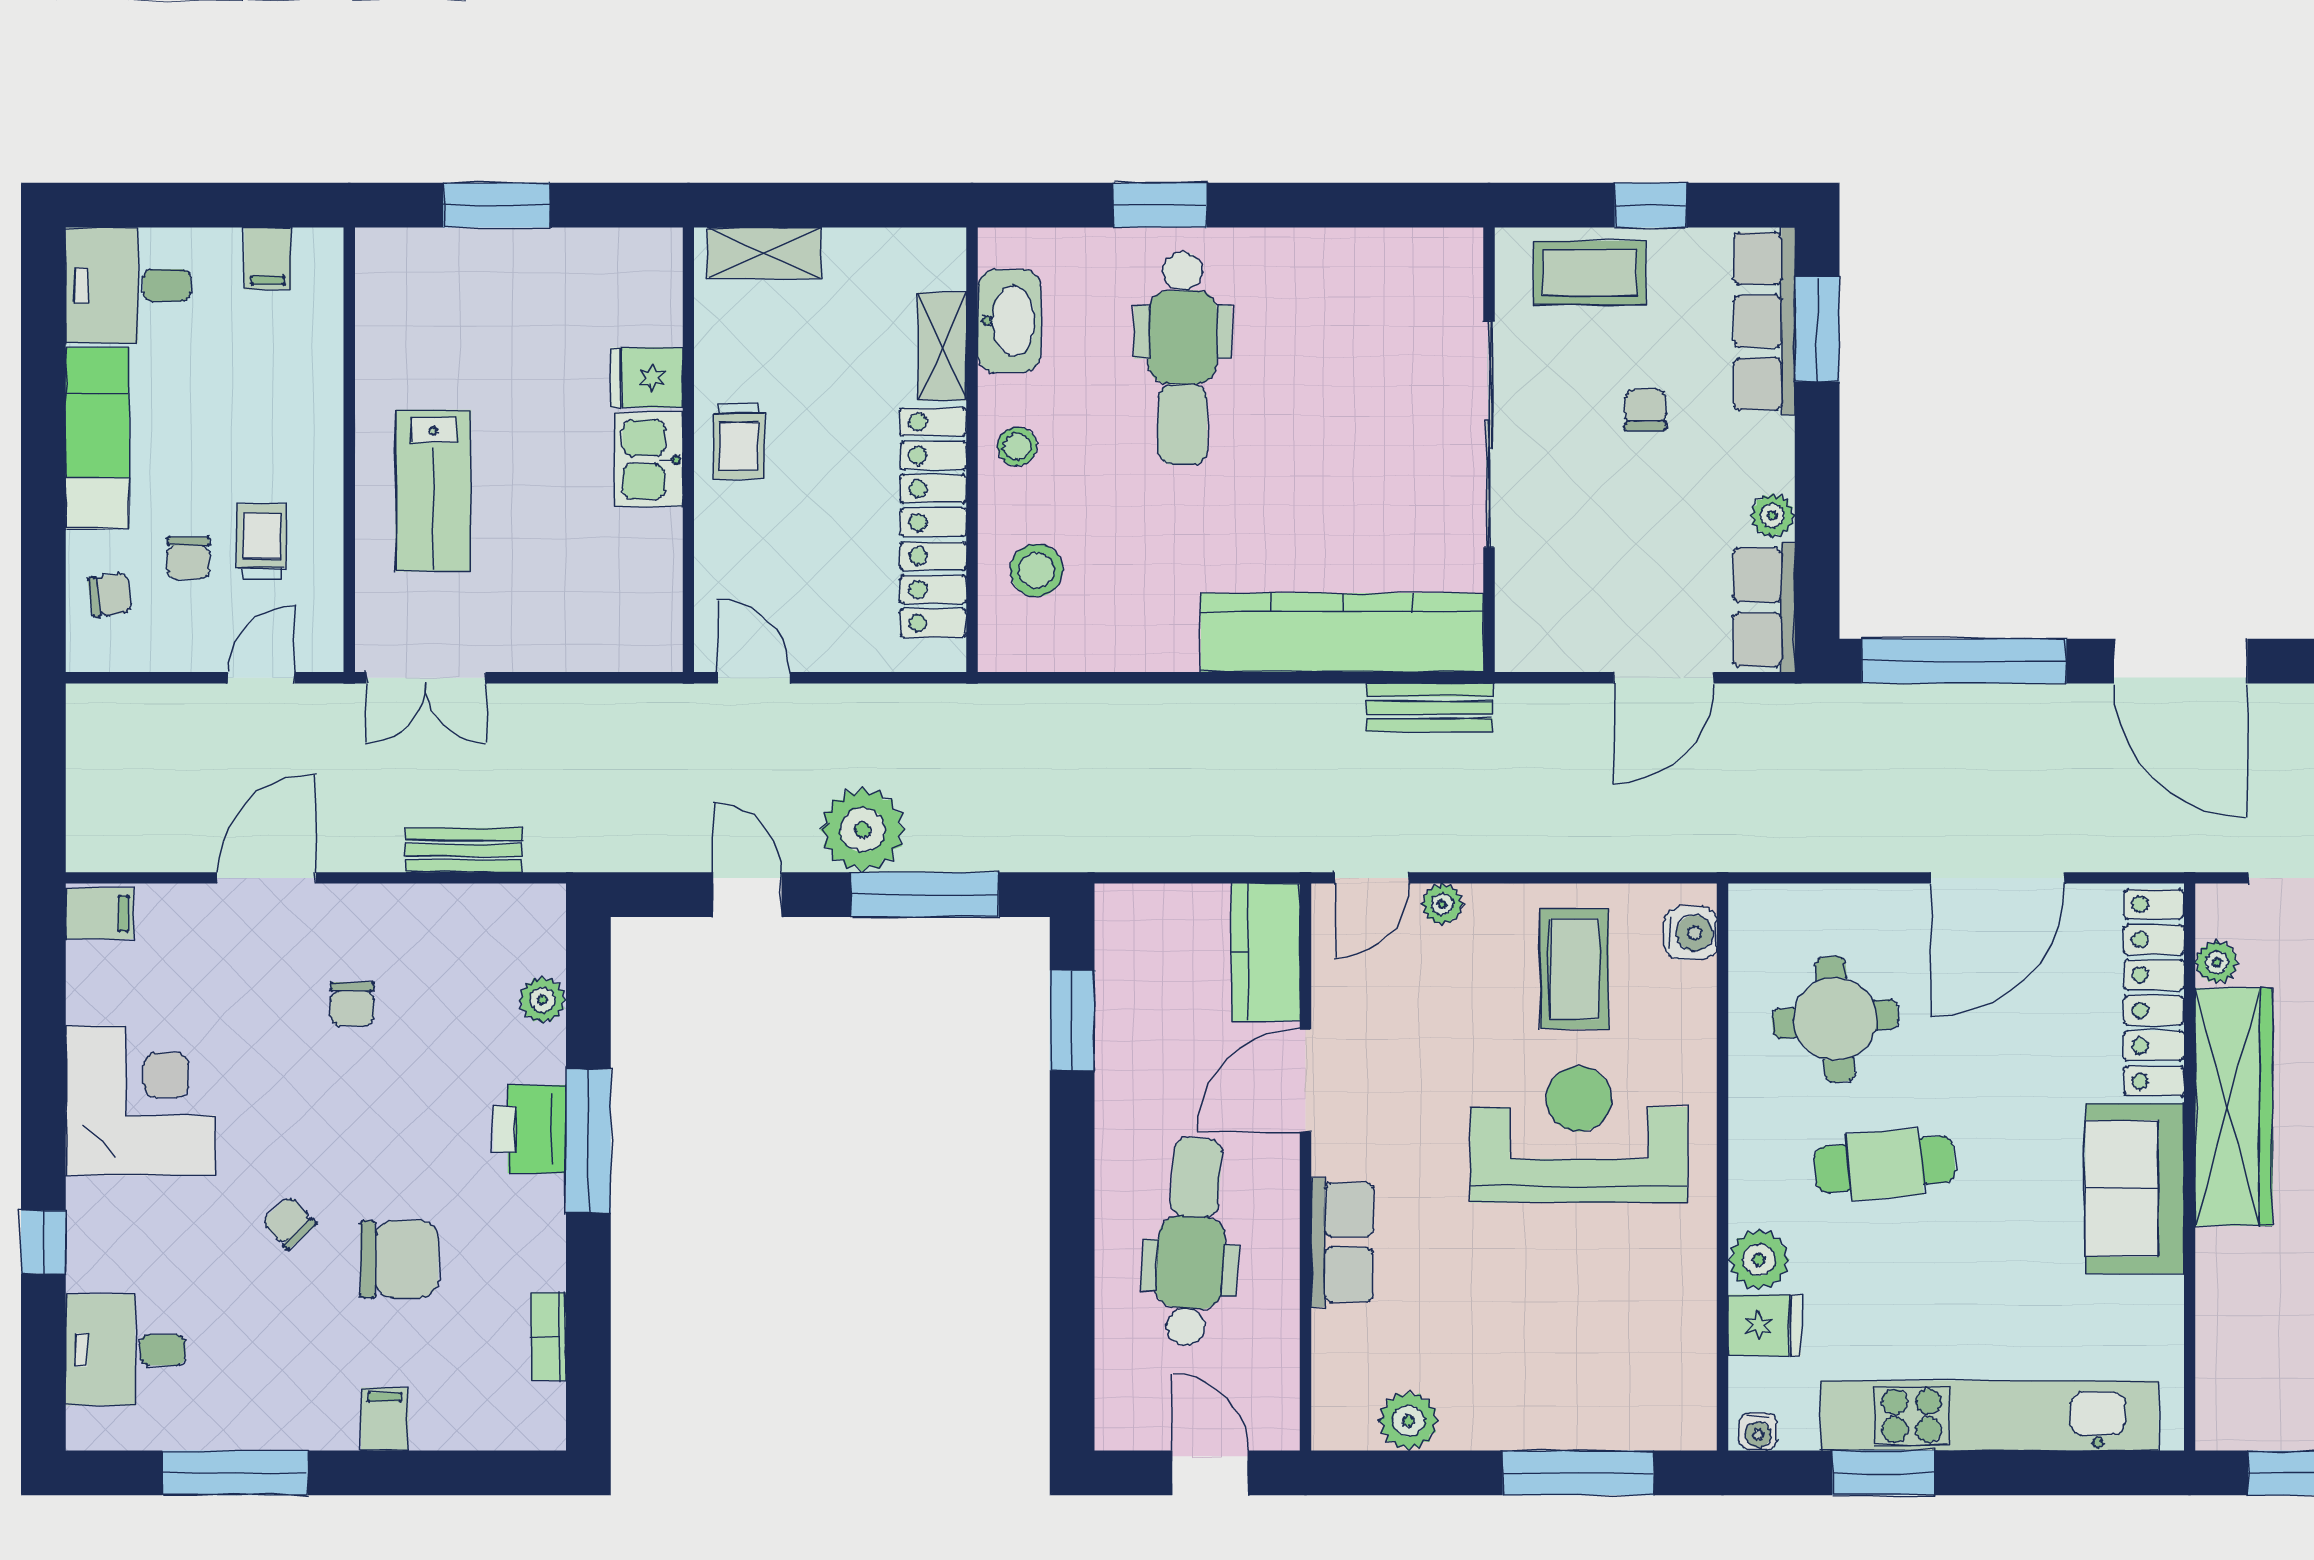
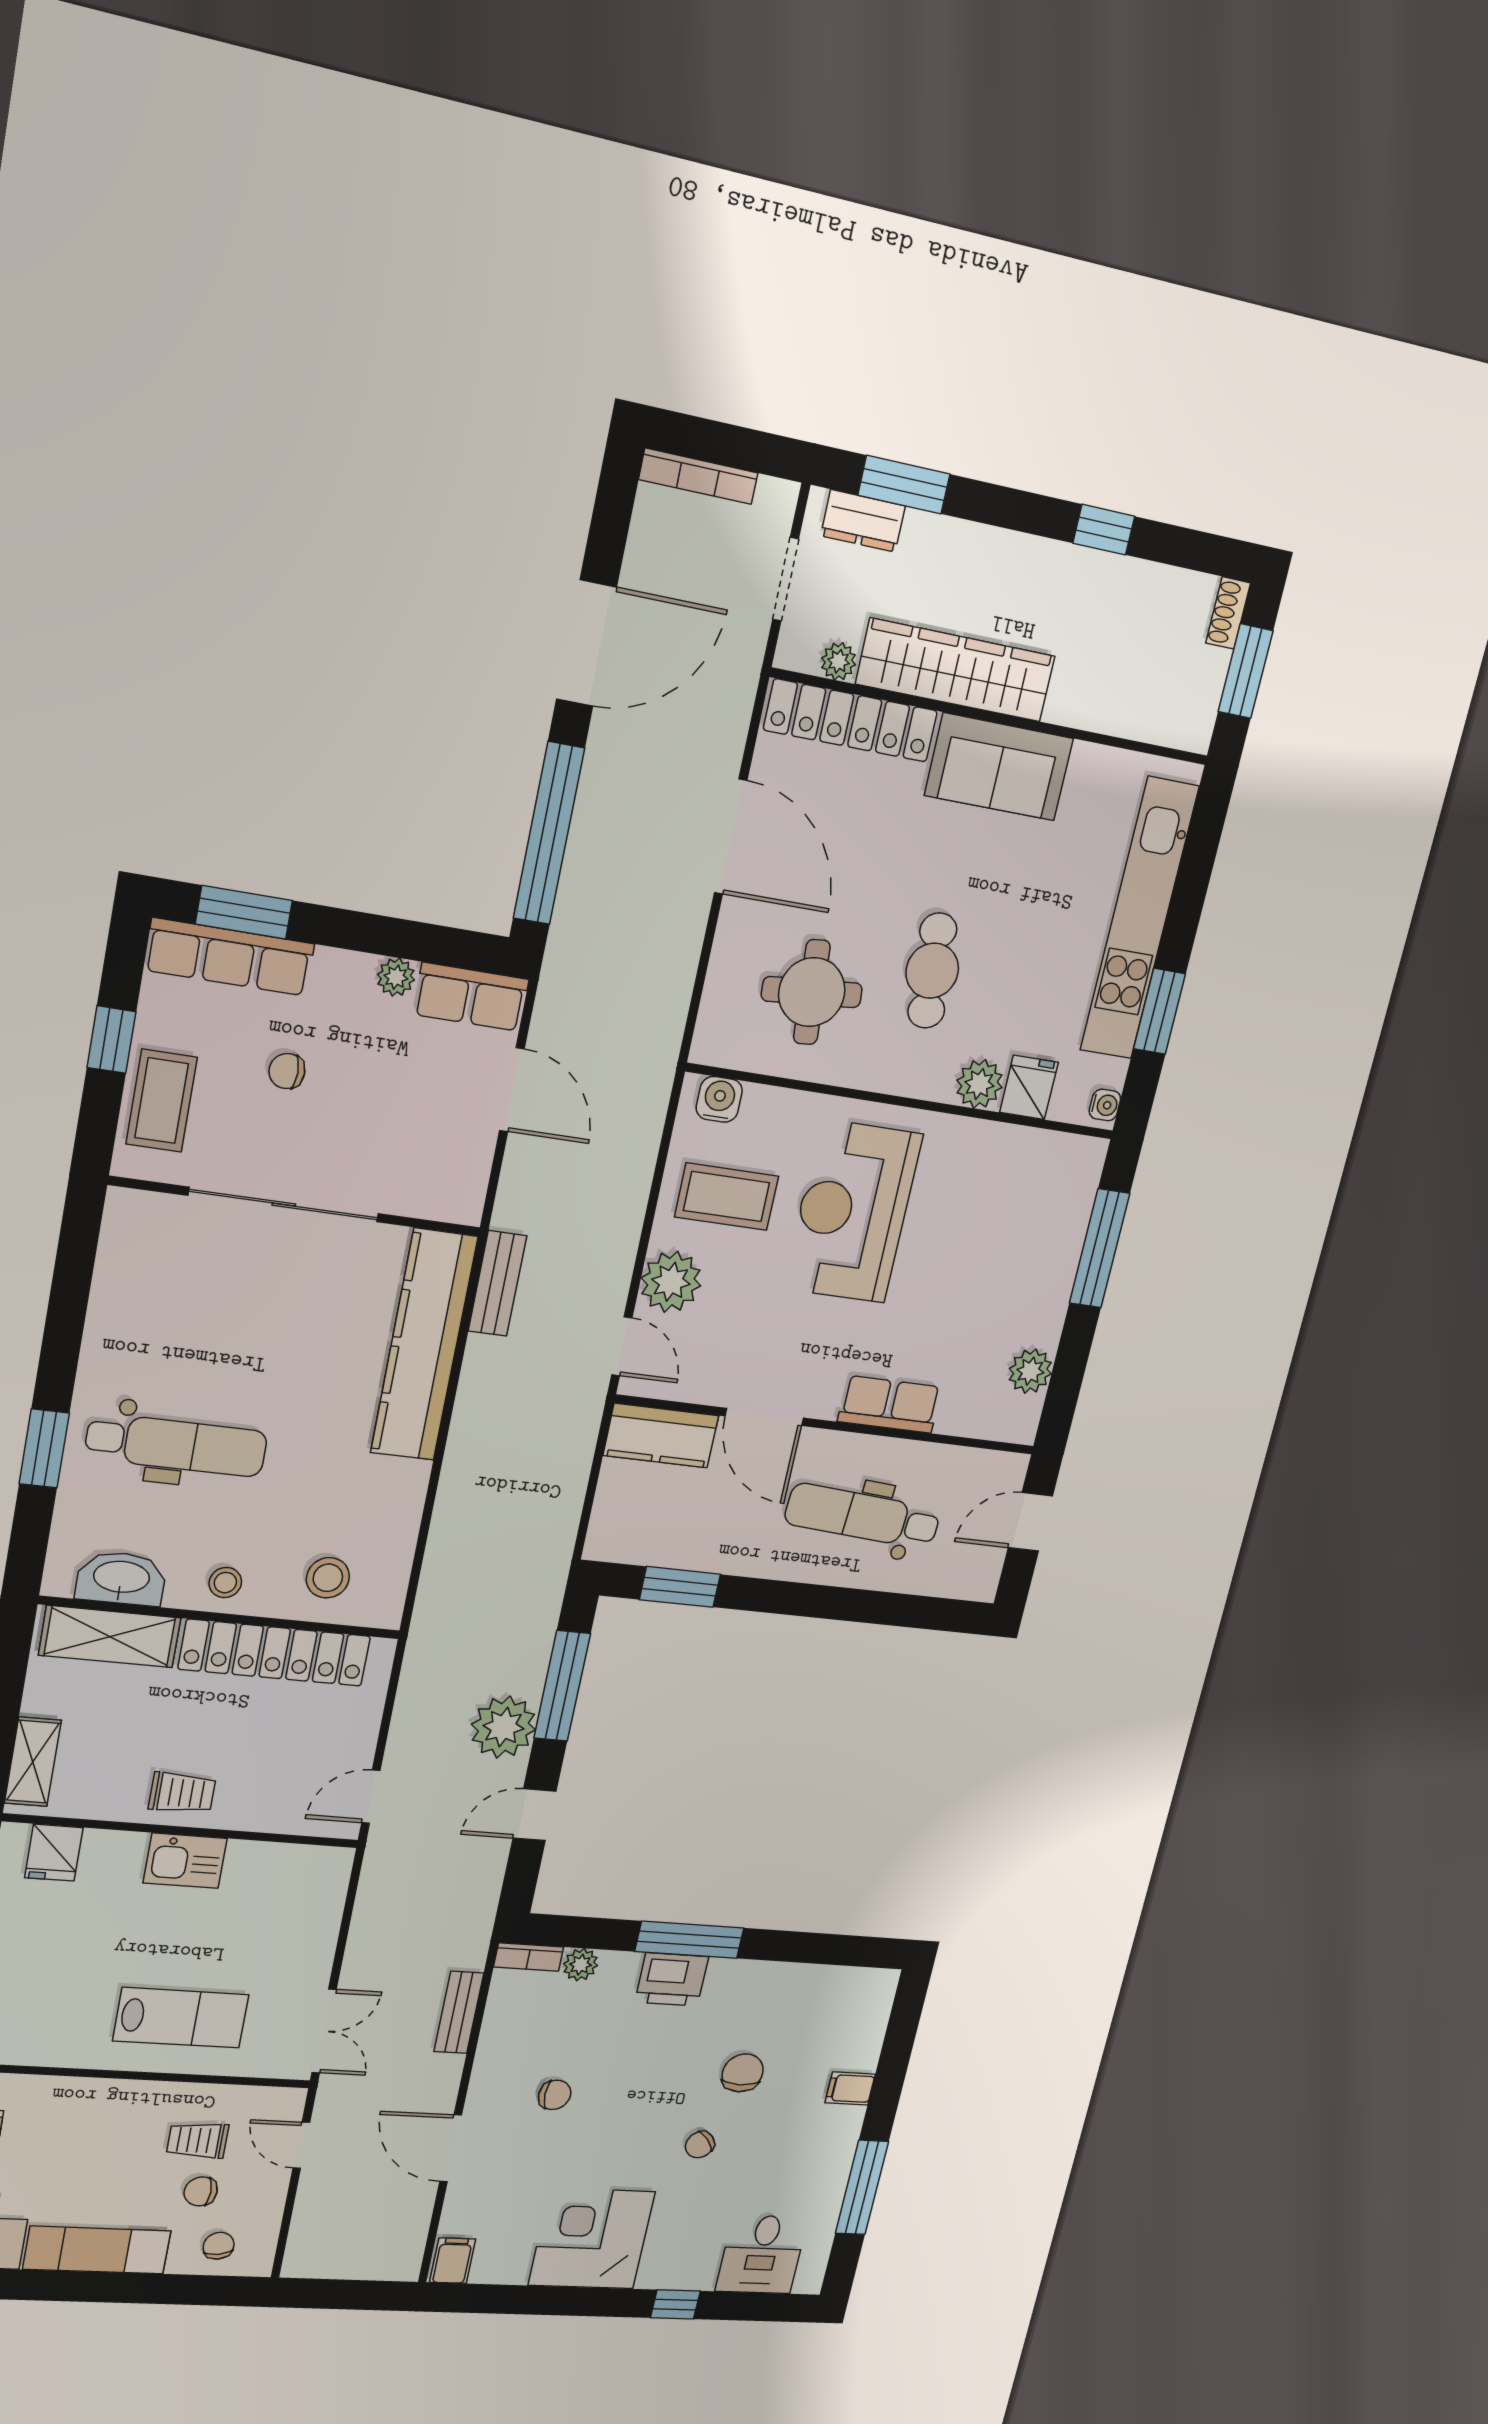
shelving: (942, 346) -> (110, 1637), width x1.50, depth x1.33
fridge: (647, 378) -> (54, 1853), moved
chair: (188, 558) -> (201, 2191), turned 180
plant: (1442, 904) -> (671, 1282), width x1.87, depth x1.87
chair: (399, 1259) -> (743, 2073), width x0.73, depth x0.73
bookcase: (548, 1337) -> (529, 1957), moved

